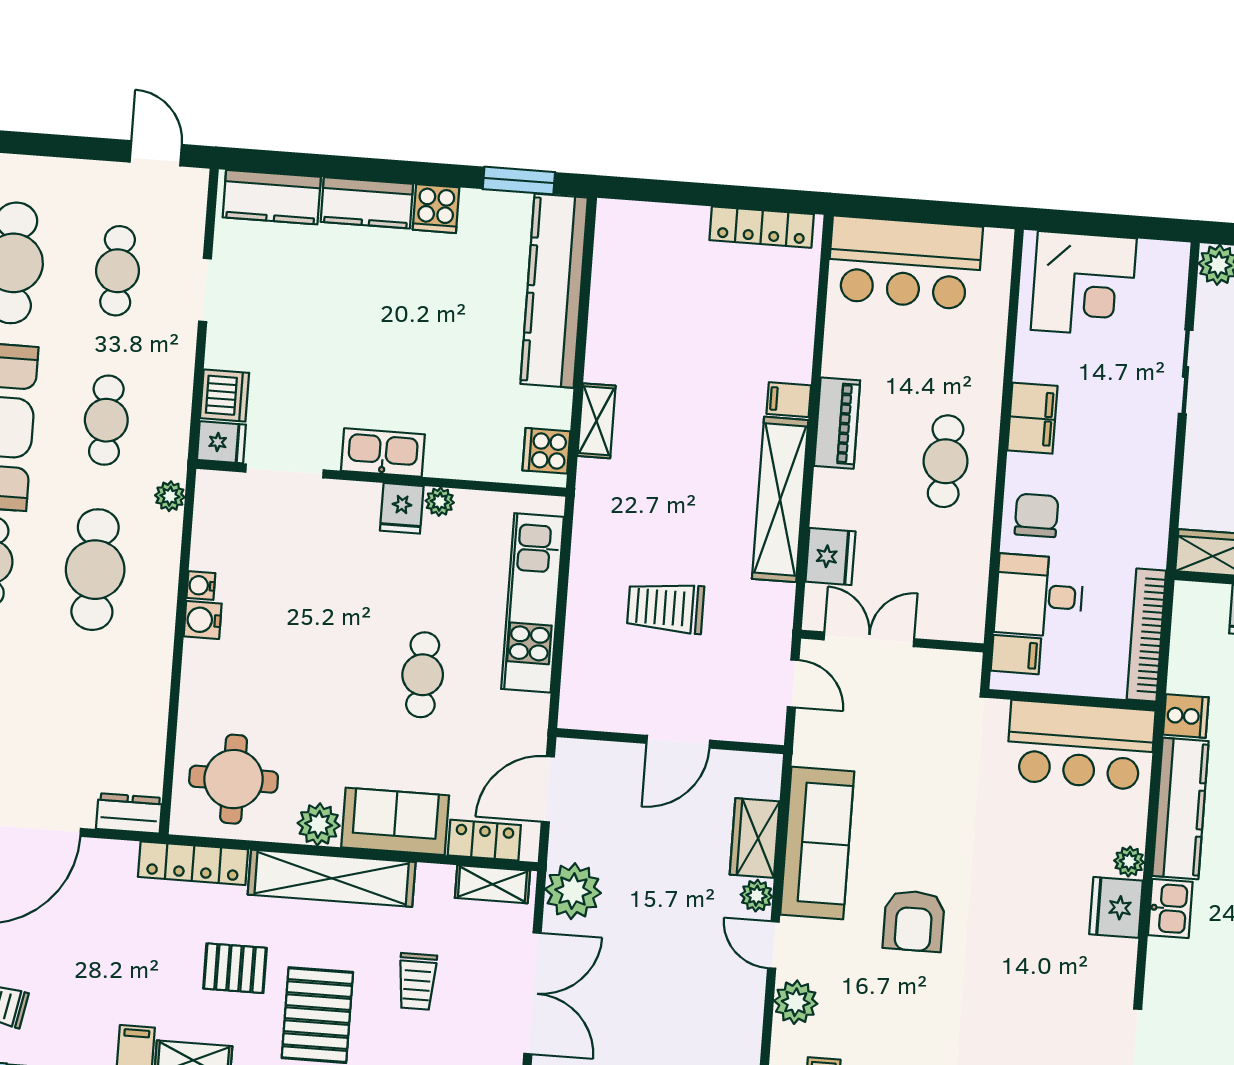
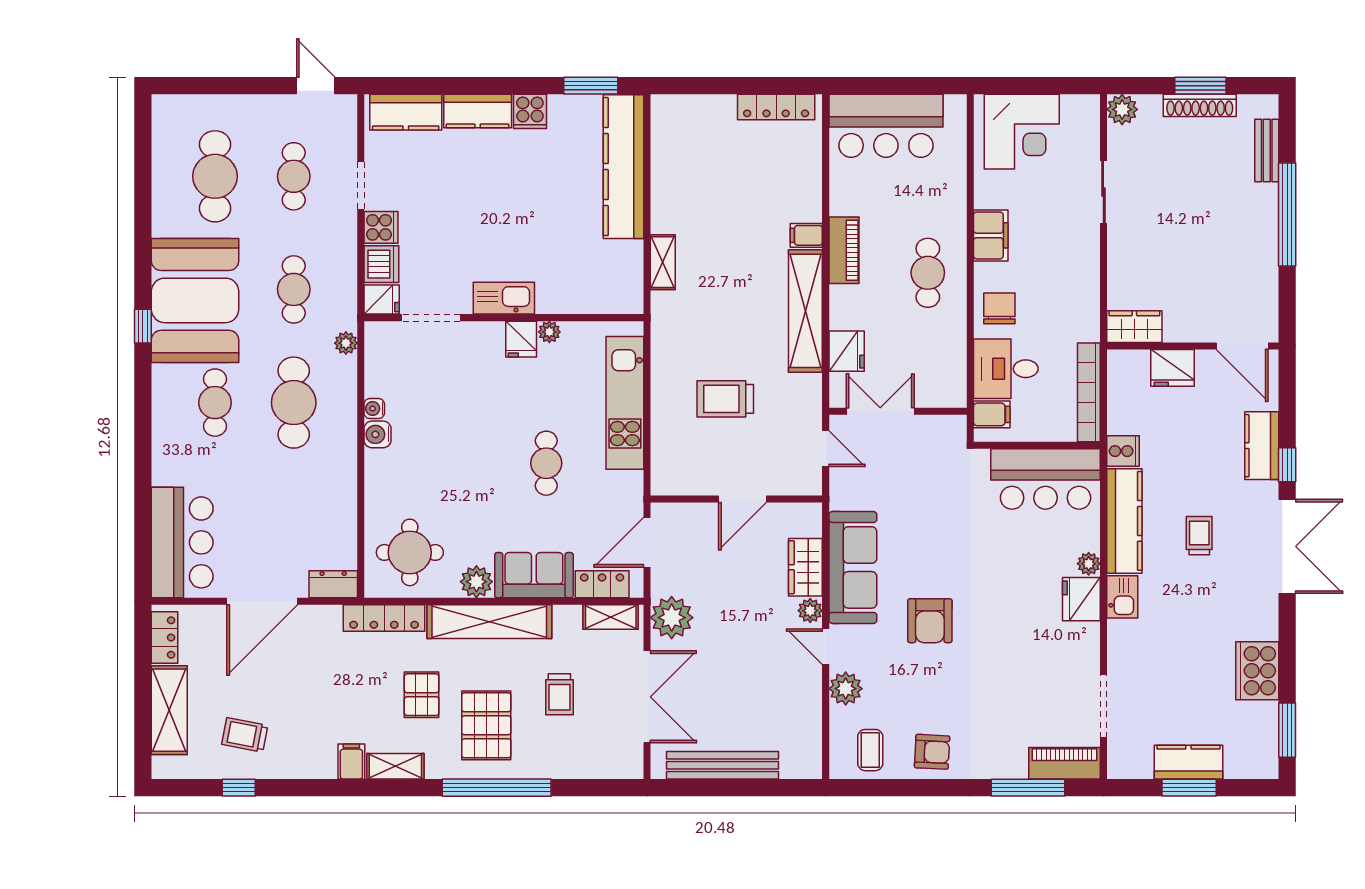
cooker: (546, 451) -> (381, 227), moved, turned 180
pallet: (235, 968) -> (422, 695), turned 90

